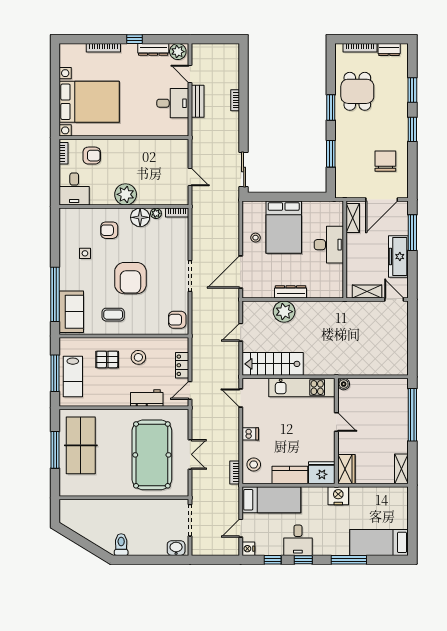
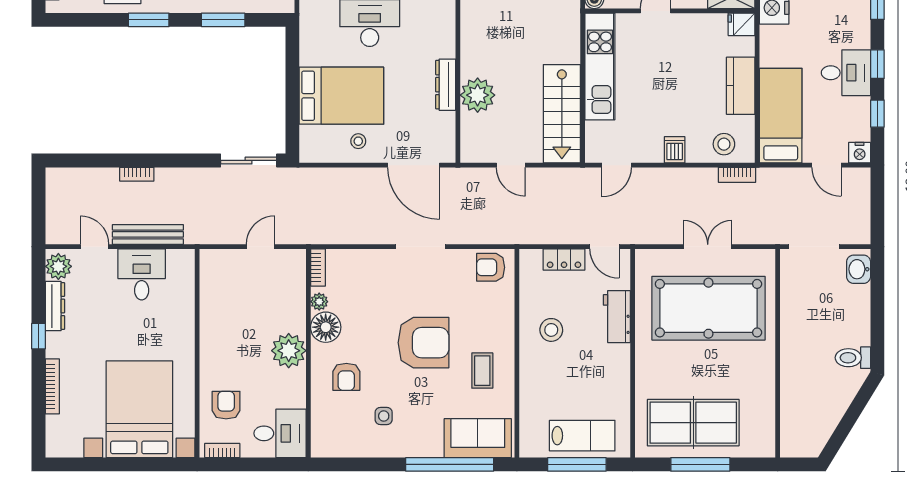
door: (190, 74) -> (95, 247), swing flipped
bench: (198, 101) -> (148, 234), width x1.36
armchair: (177, 320) -> (491, 267), turned 90
pallet: (107, 359) -> (555, 380), removed
fridge: (322, 473) -> (742, 24), width x0.53, depth x0.75

